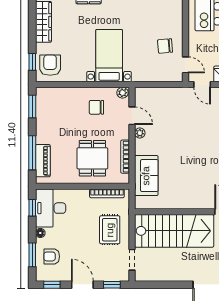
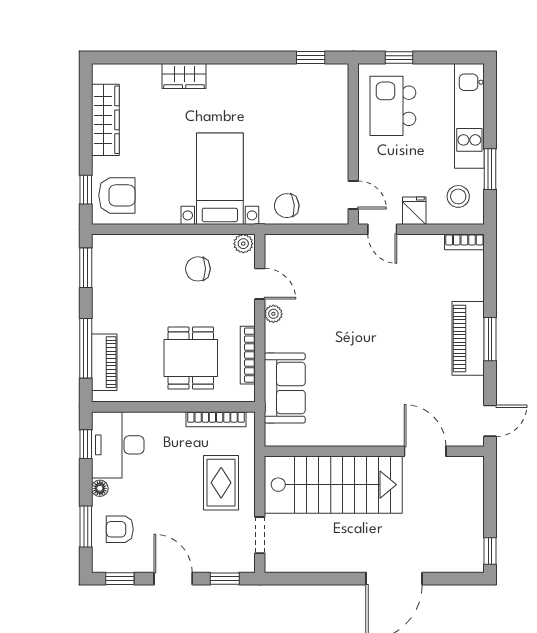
chair: (165, 46) -> (287, 206), moved
armchair: (50, 65) -> (117, 195), turned 90

